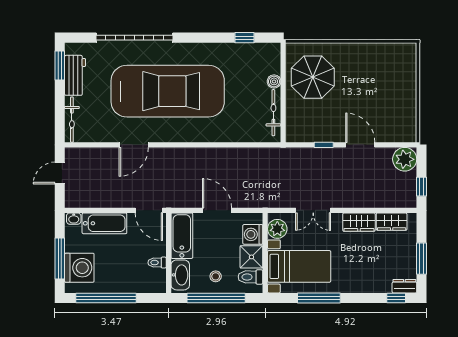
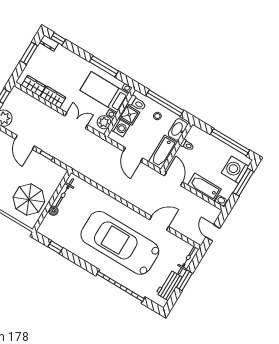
window: (60, 66) -> (184, 280), moved
door: (60, 173) -> (213, 233), swing flipped

